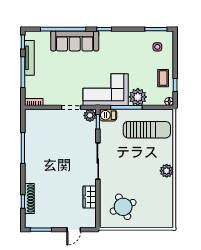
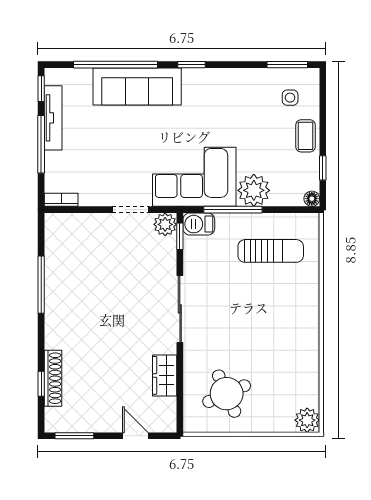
coffee table: (163, 78) -> (306, 136), moved
sun lounger: (147, 130) -> (271, 251), width x0.73, depth x0.75
plant: (167, 171) -> (307, 420), moved
door: (74, 230) -> (135, 436), swing flipped

